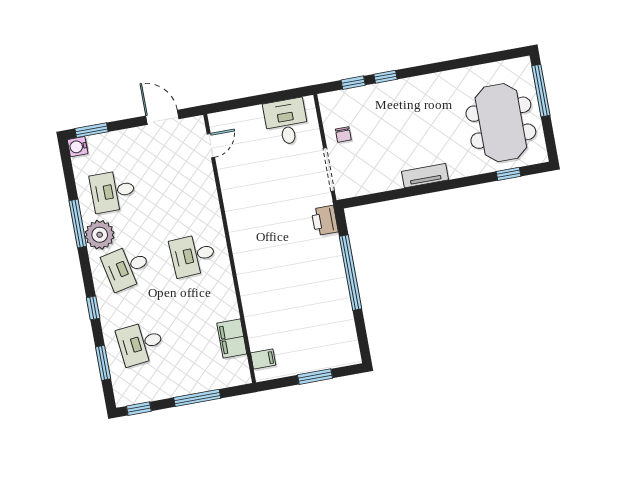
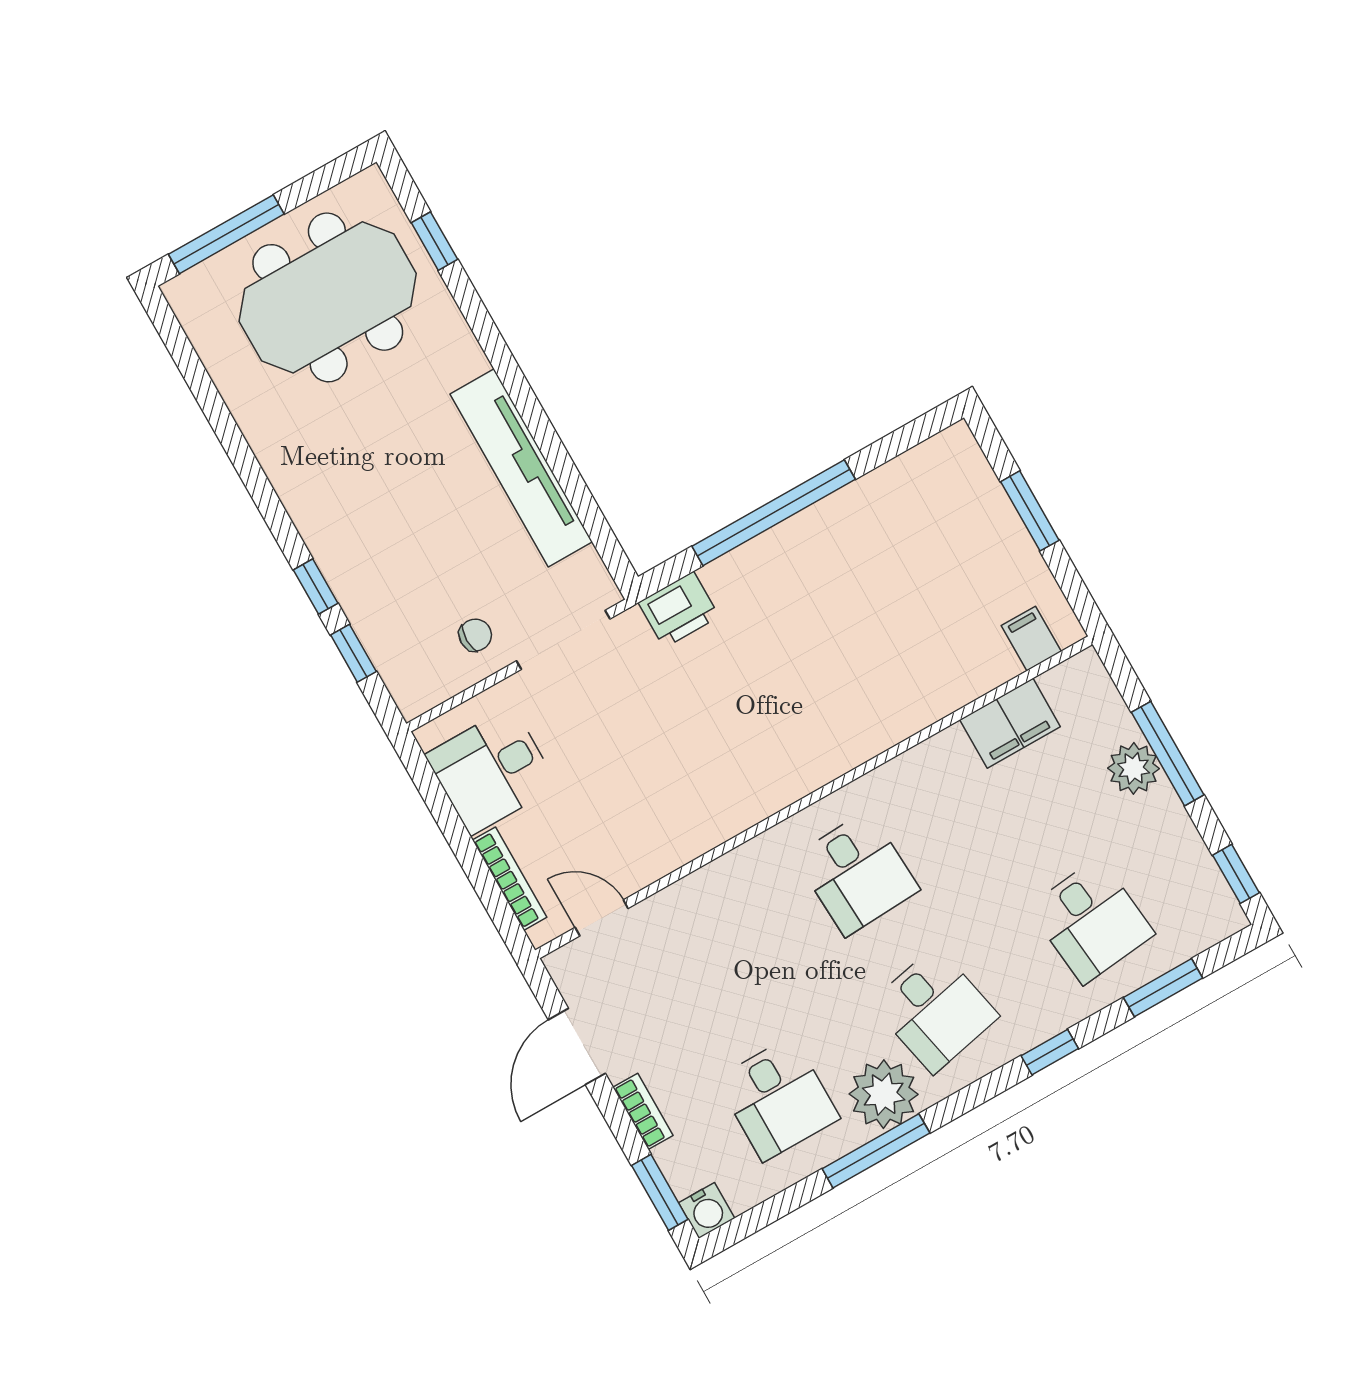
bookcase: (240, 114) -> (510, 879), added
bookcase: (127, 135) -> (643, 1111), added
tv unit: (425, 176) -> (521, 468), width x1.92, depth x1.29
plant: (196, 382) -> (1134, 768), added

